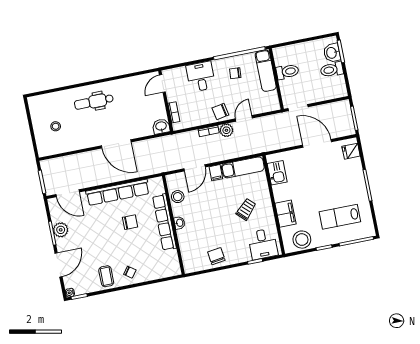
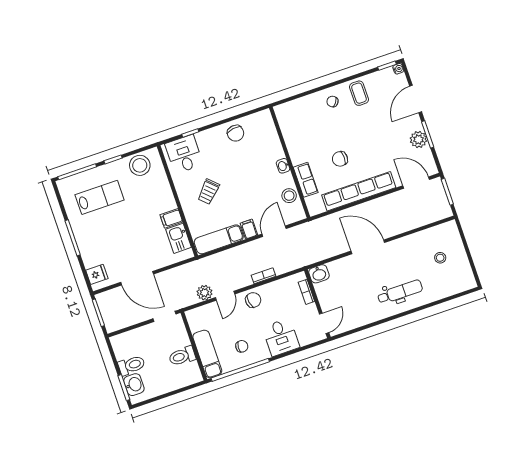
plant: (226, 130) -> (205, 293), moved
filing cabinet: (286, 214) -> (171, 218), moved, width x0.50
row of seats: (164, 222) -> (306, 180), width x0.50

